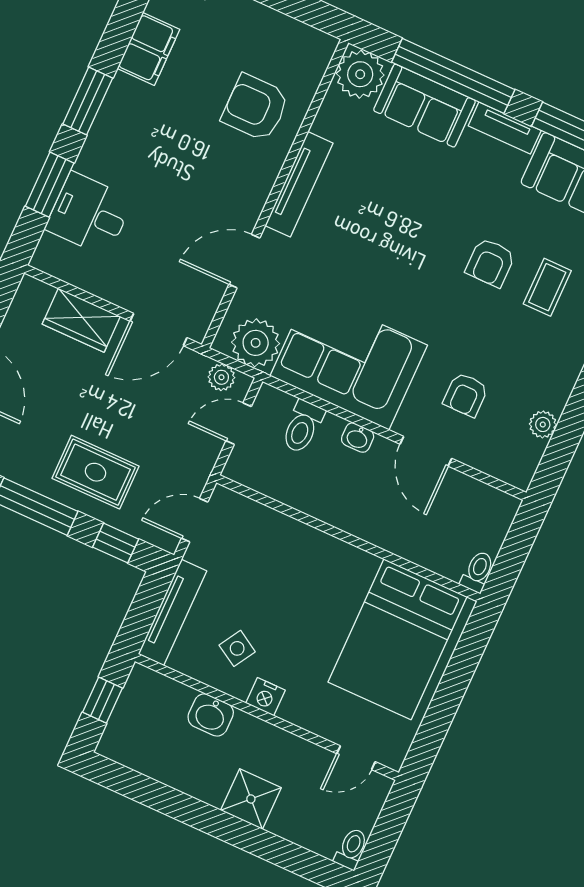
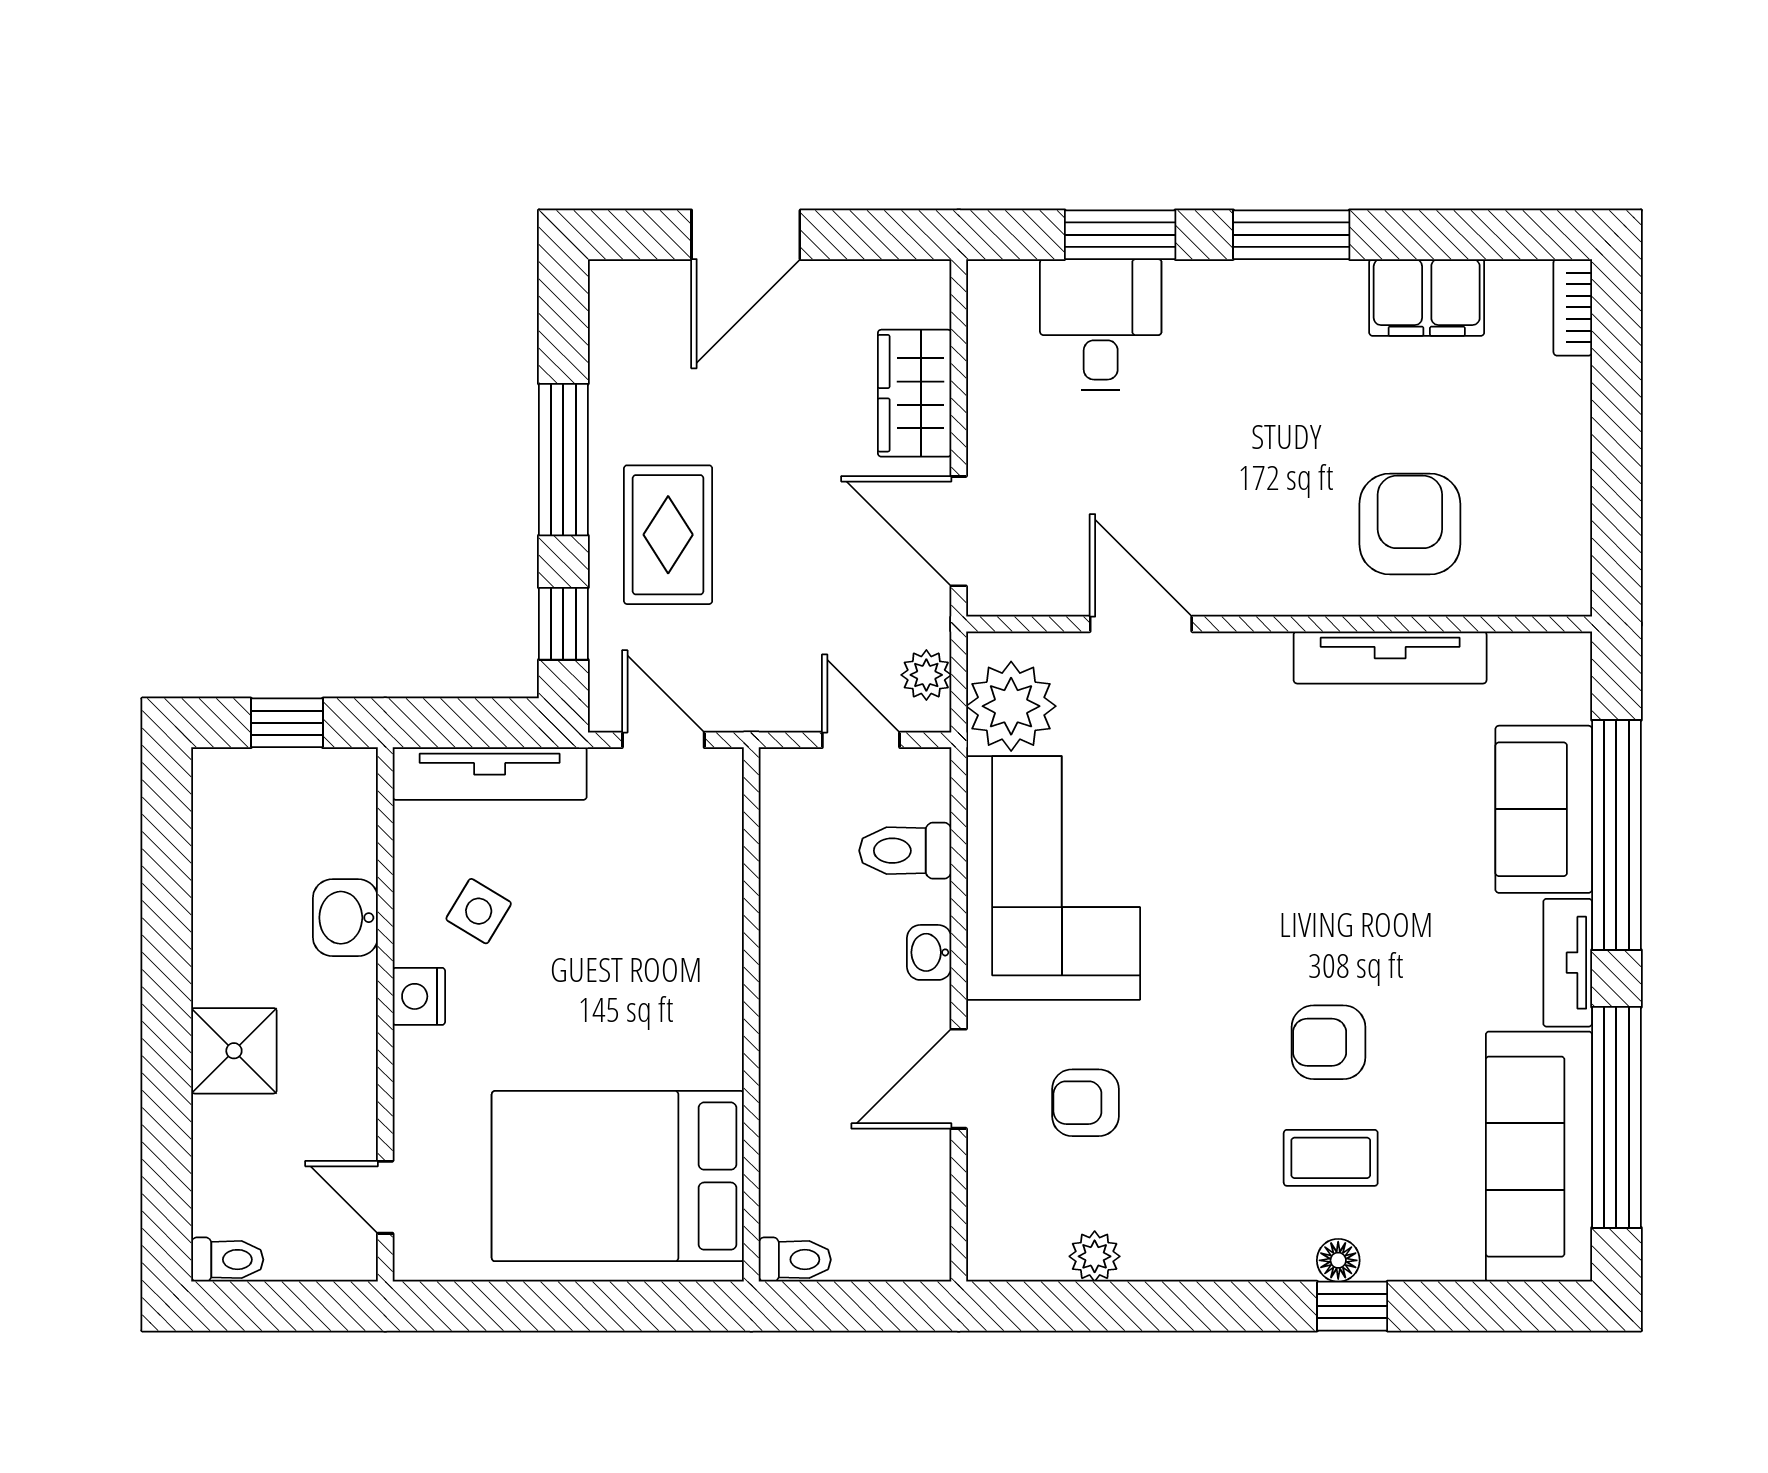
plant: (360, 74) -> (1547, 676), removed
tv unit: (299, 184) -> (1390, 657), moved

